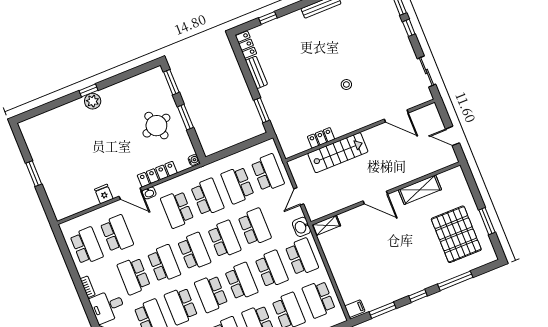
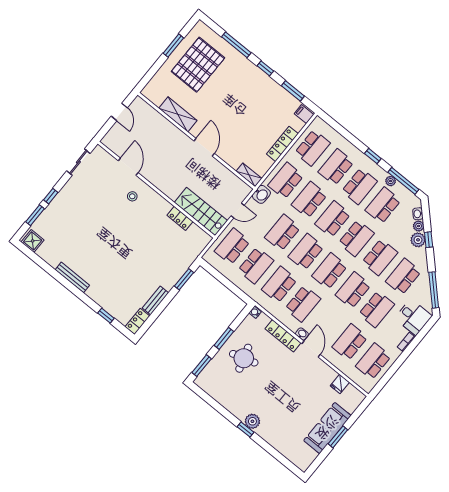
stool: (346, 84) -> (132, 196), moved
stairs: (338, 153) -> (201, 212), moved
sofa: (47, 168) -> (327, 428), added
fridge: (104, 194) -> (340, 384), moved
locker: (338, 273) -> (282, 144), added

